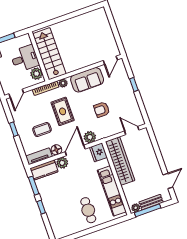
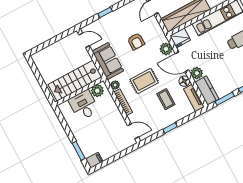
stairs: (49, 54) -> (75, 81), moved
wall: (39, 56) -> (79, 91), moved
desk: (25, 58) -> (84, 105), moved
plant: (37, 74) -> (97, 91), moved

